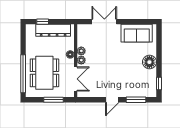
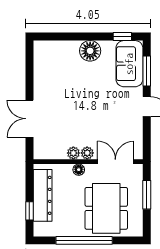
sofa: (137, 33) -> (129, 64), moved, turned 180
dining table: (44, 73) -> (106, 208), turned 90
window: (23, 74) -> (84, 240), moved

